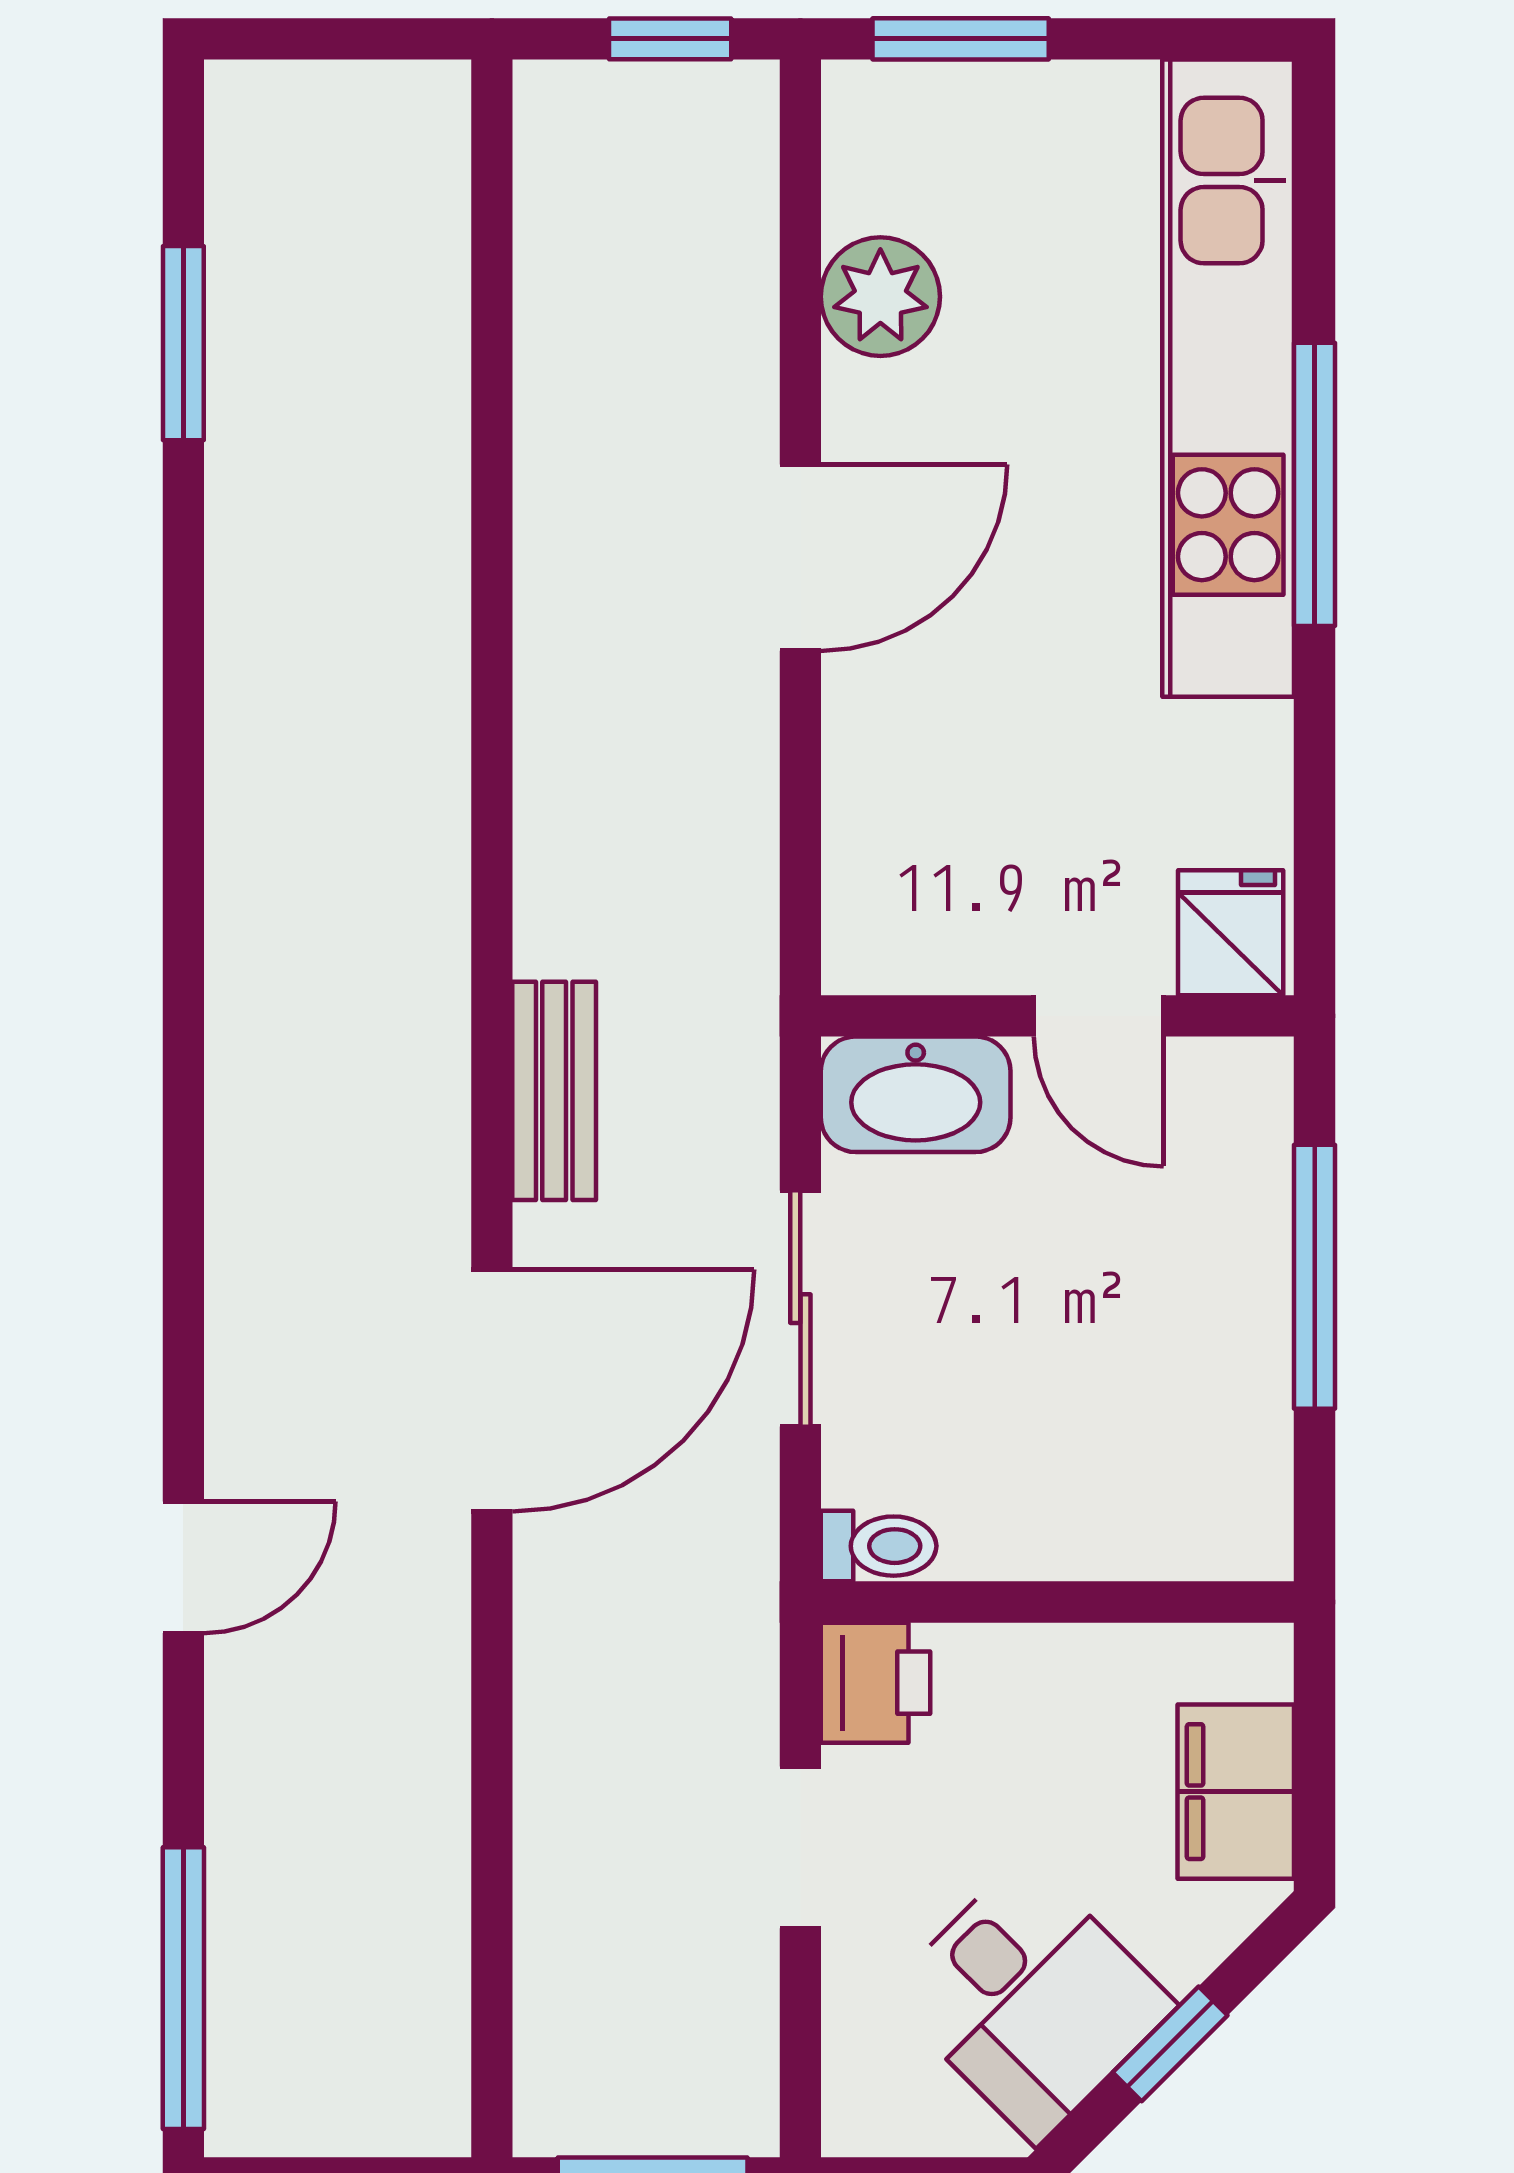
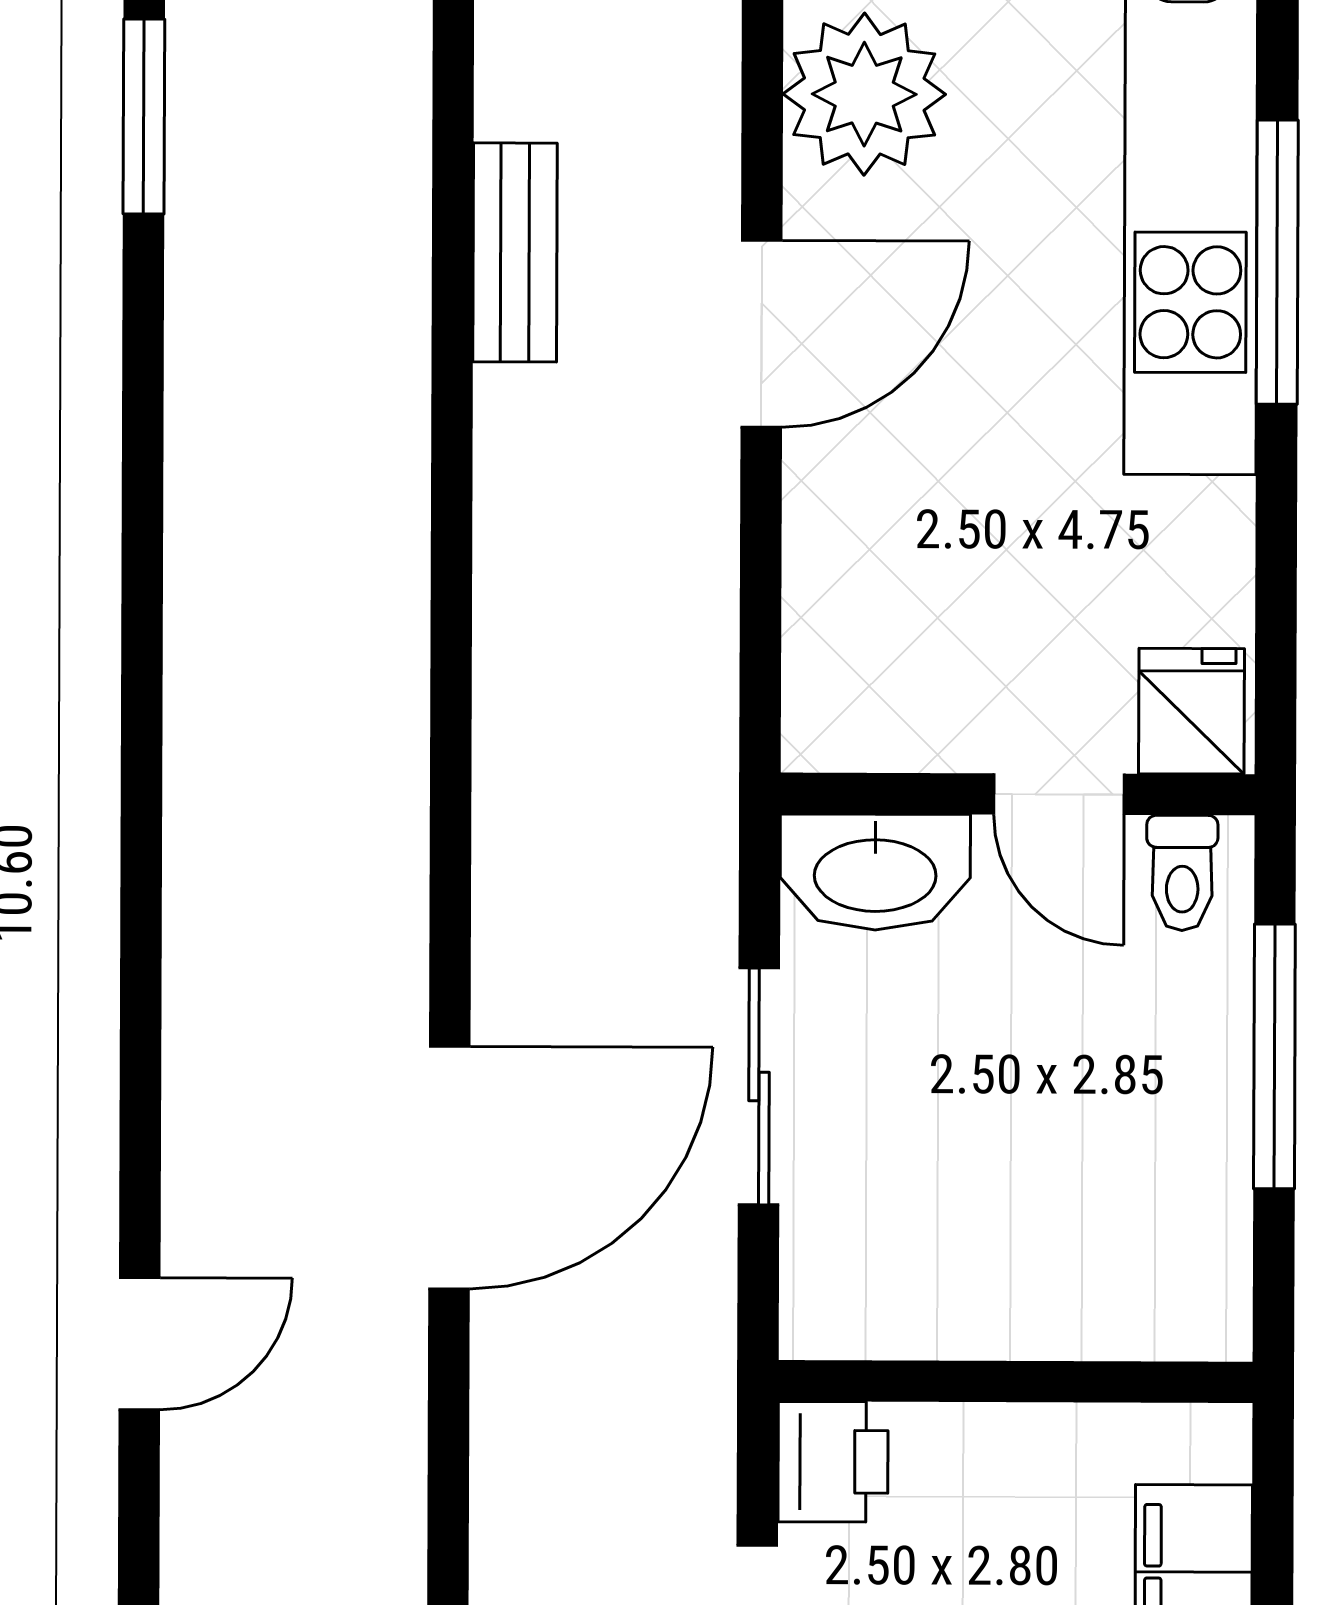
plant: (880, 297) -> (864, 94), width x1.36, depth x1.36
bench: (554, 1091) -> (515, 252), moved
toilet: (879, 1546) -> (1182, 873), moved, turned 90

